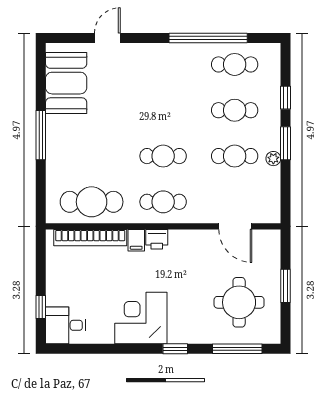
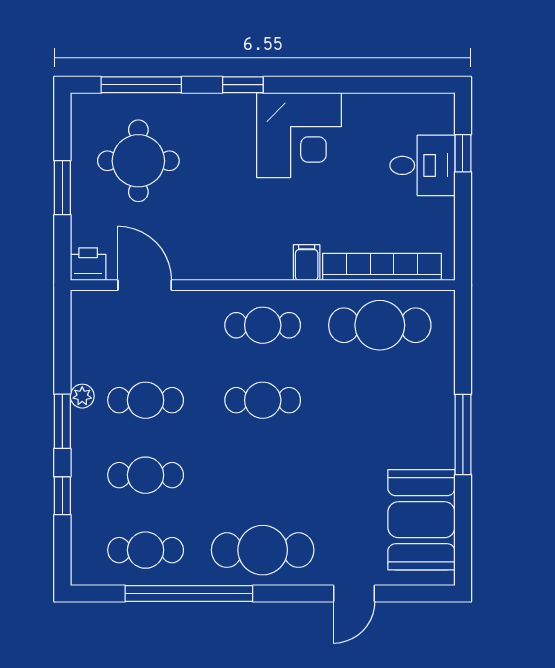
cafe table: (163, 64) -> (263, 550), added
printer: (157, 239) -> (88, 264), moved
desk: (65, 325) -> (422, 165), moved

